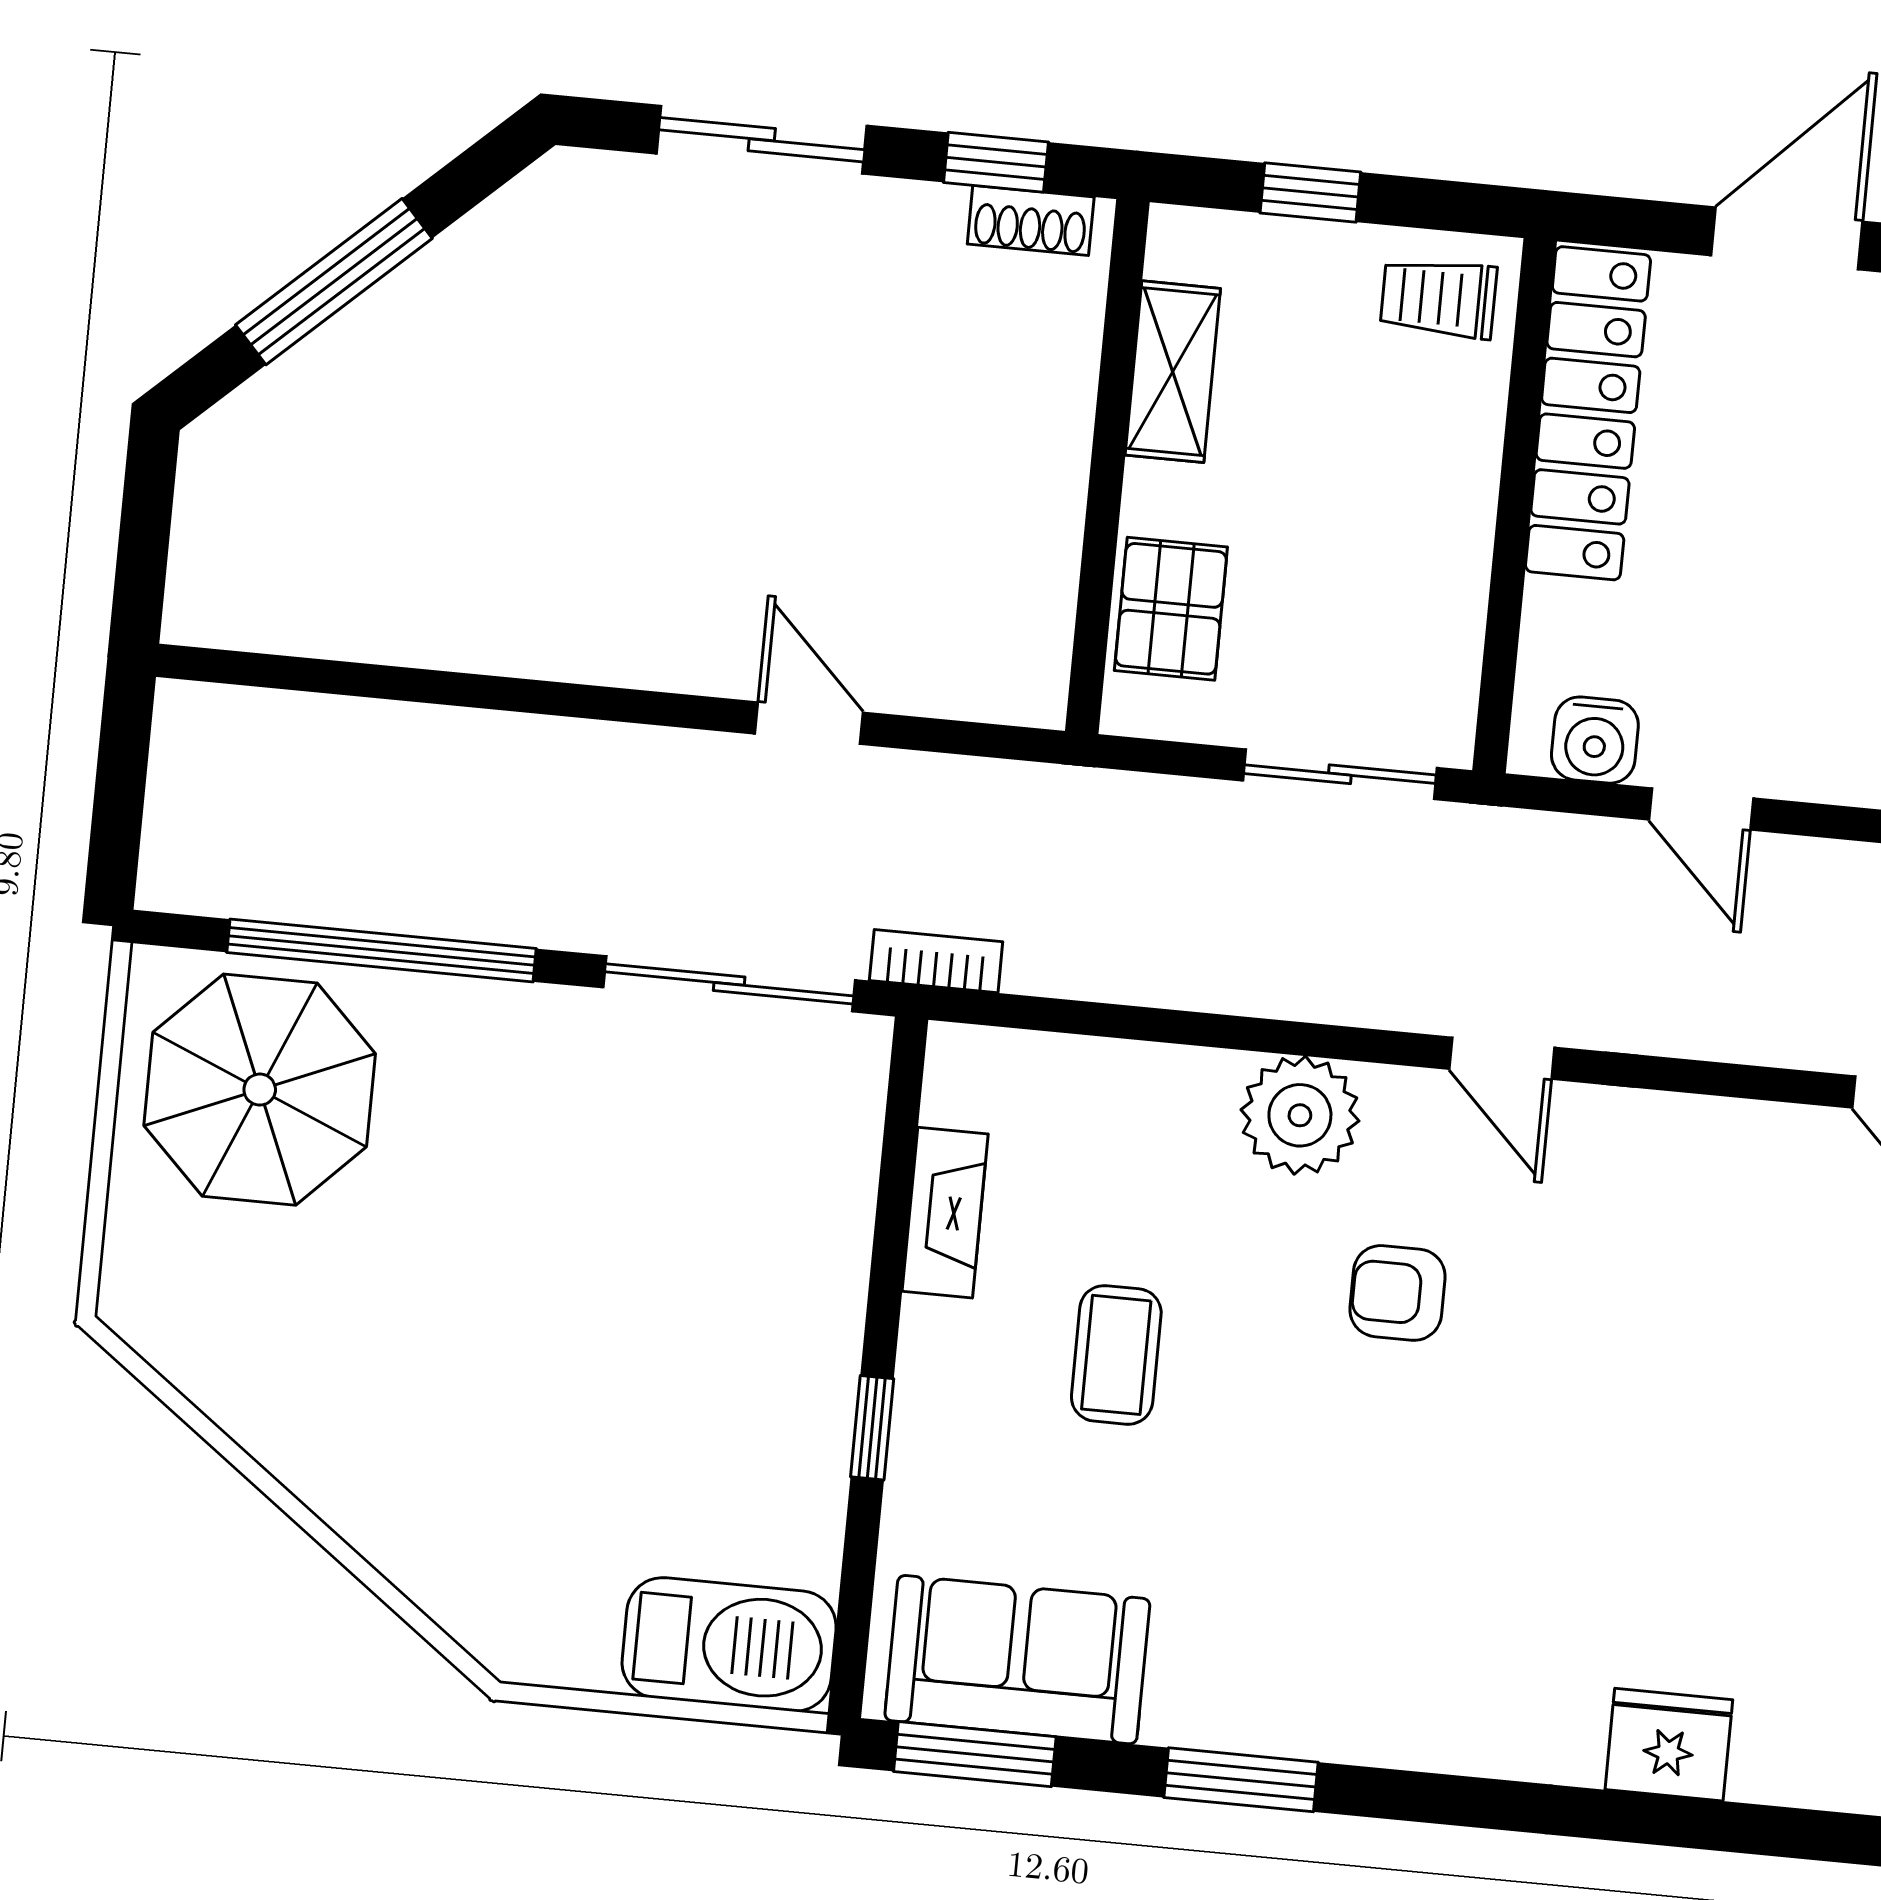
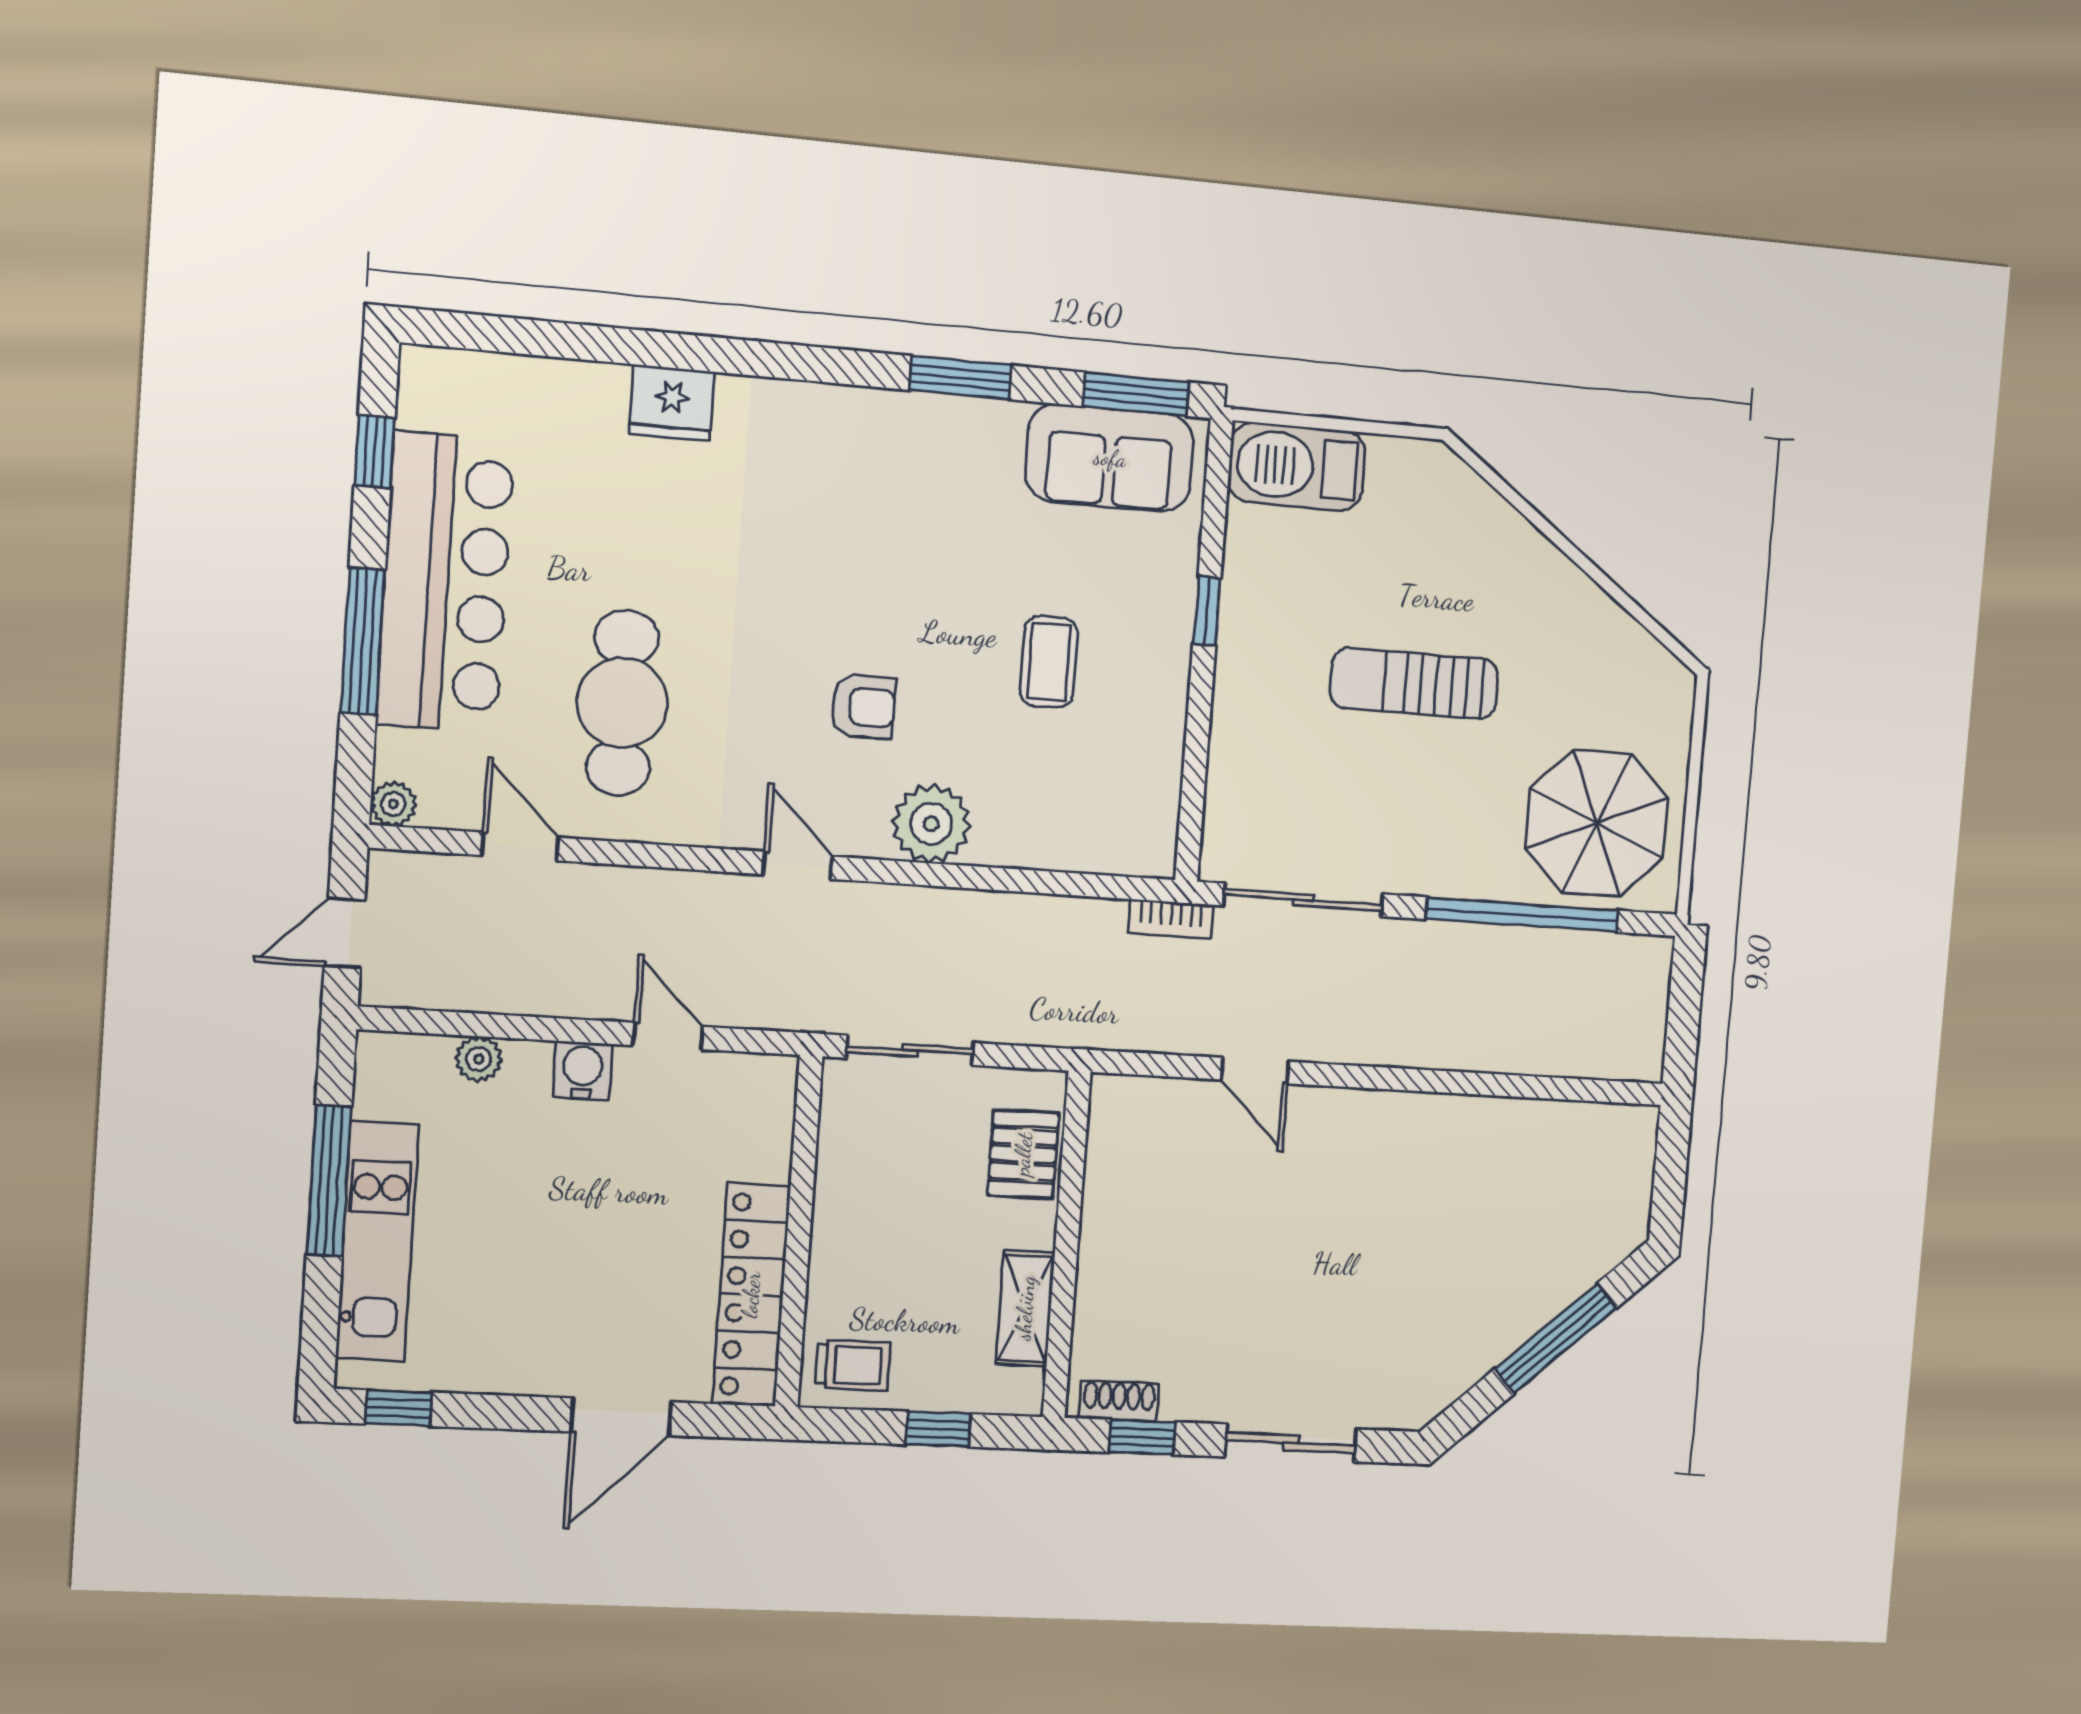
water cooler: (1595, 740) -> (583, 1070), moved
fireplace: (945, 1213) -> (1162, 754), removed
cafe table: (1754, 1306) -> (622, 703), added
sun lounger: (550, 1312) -> (1414, 683), added

